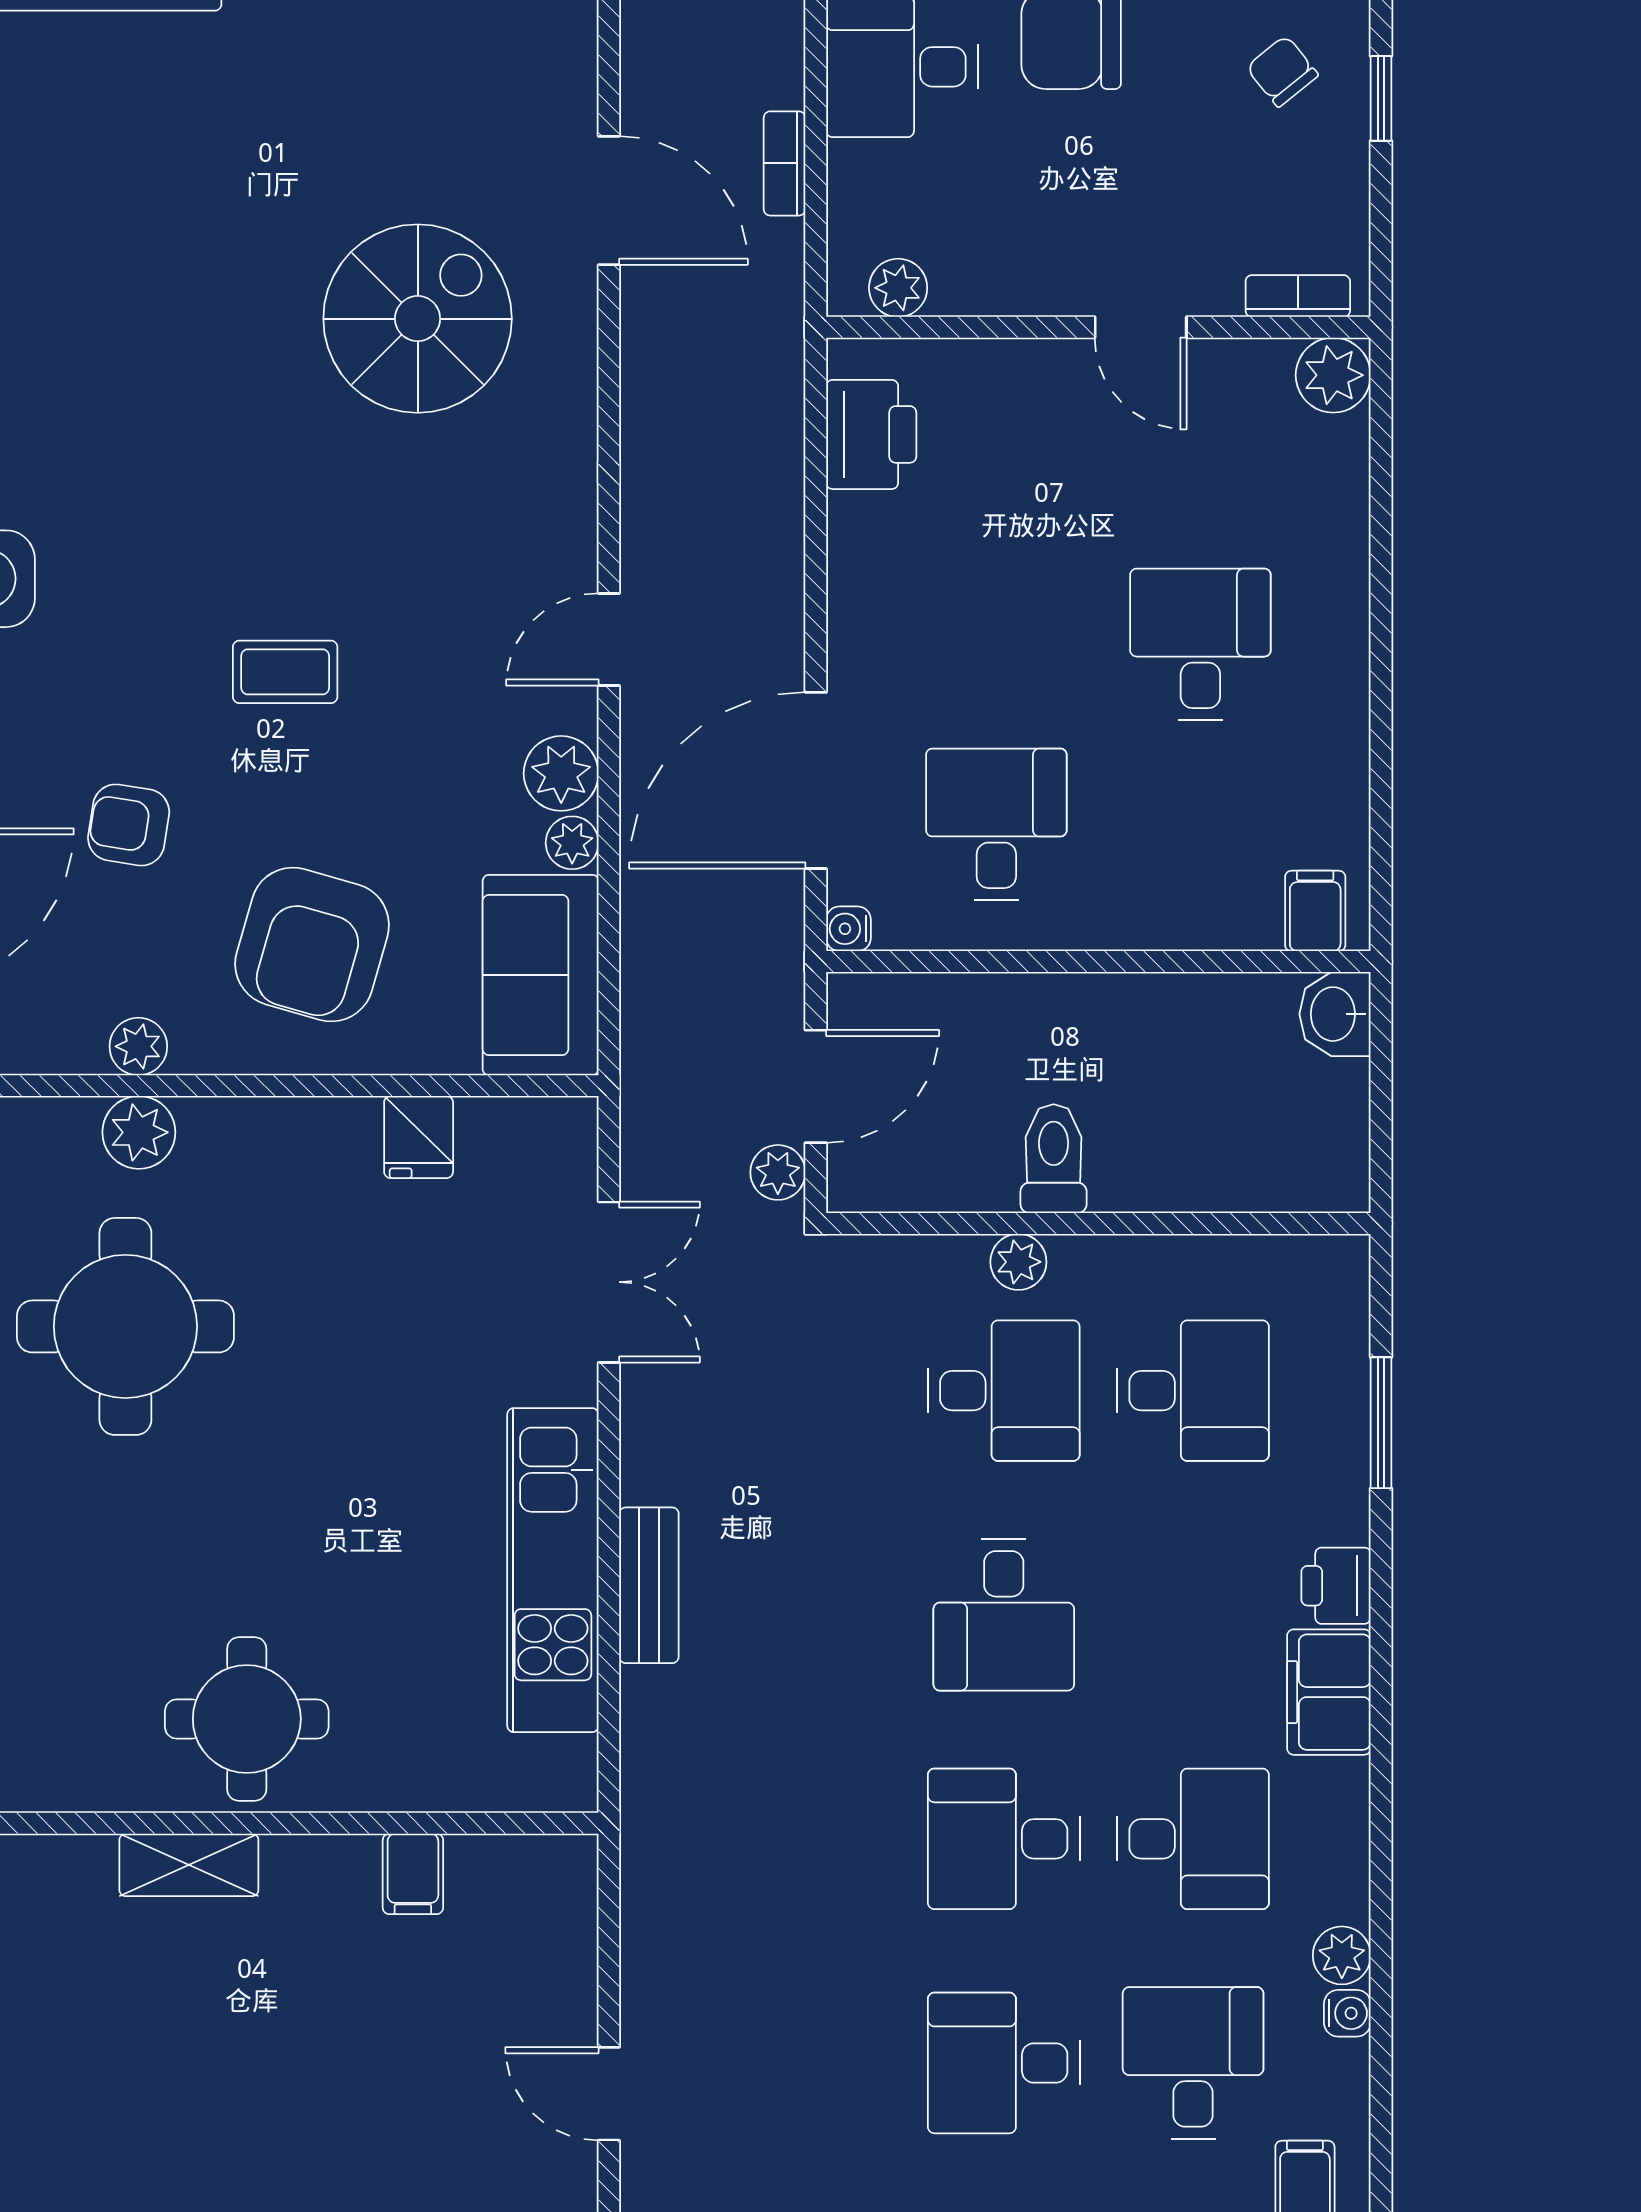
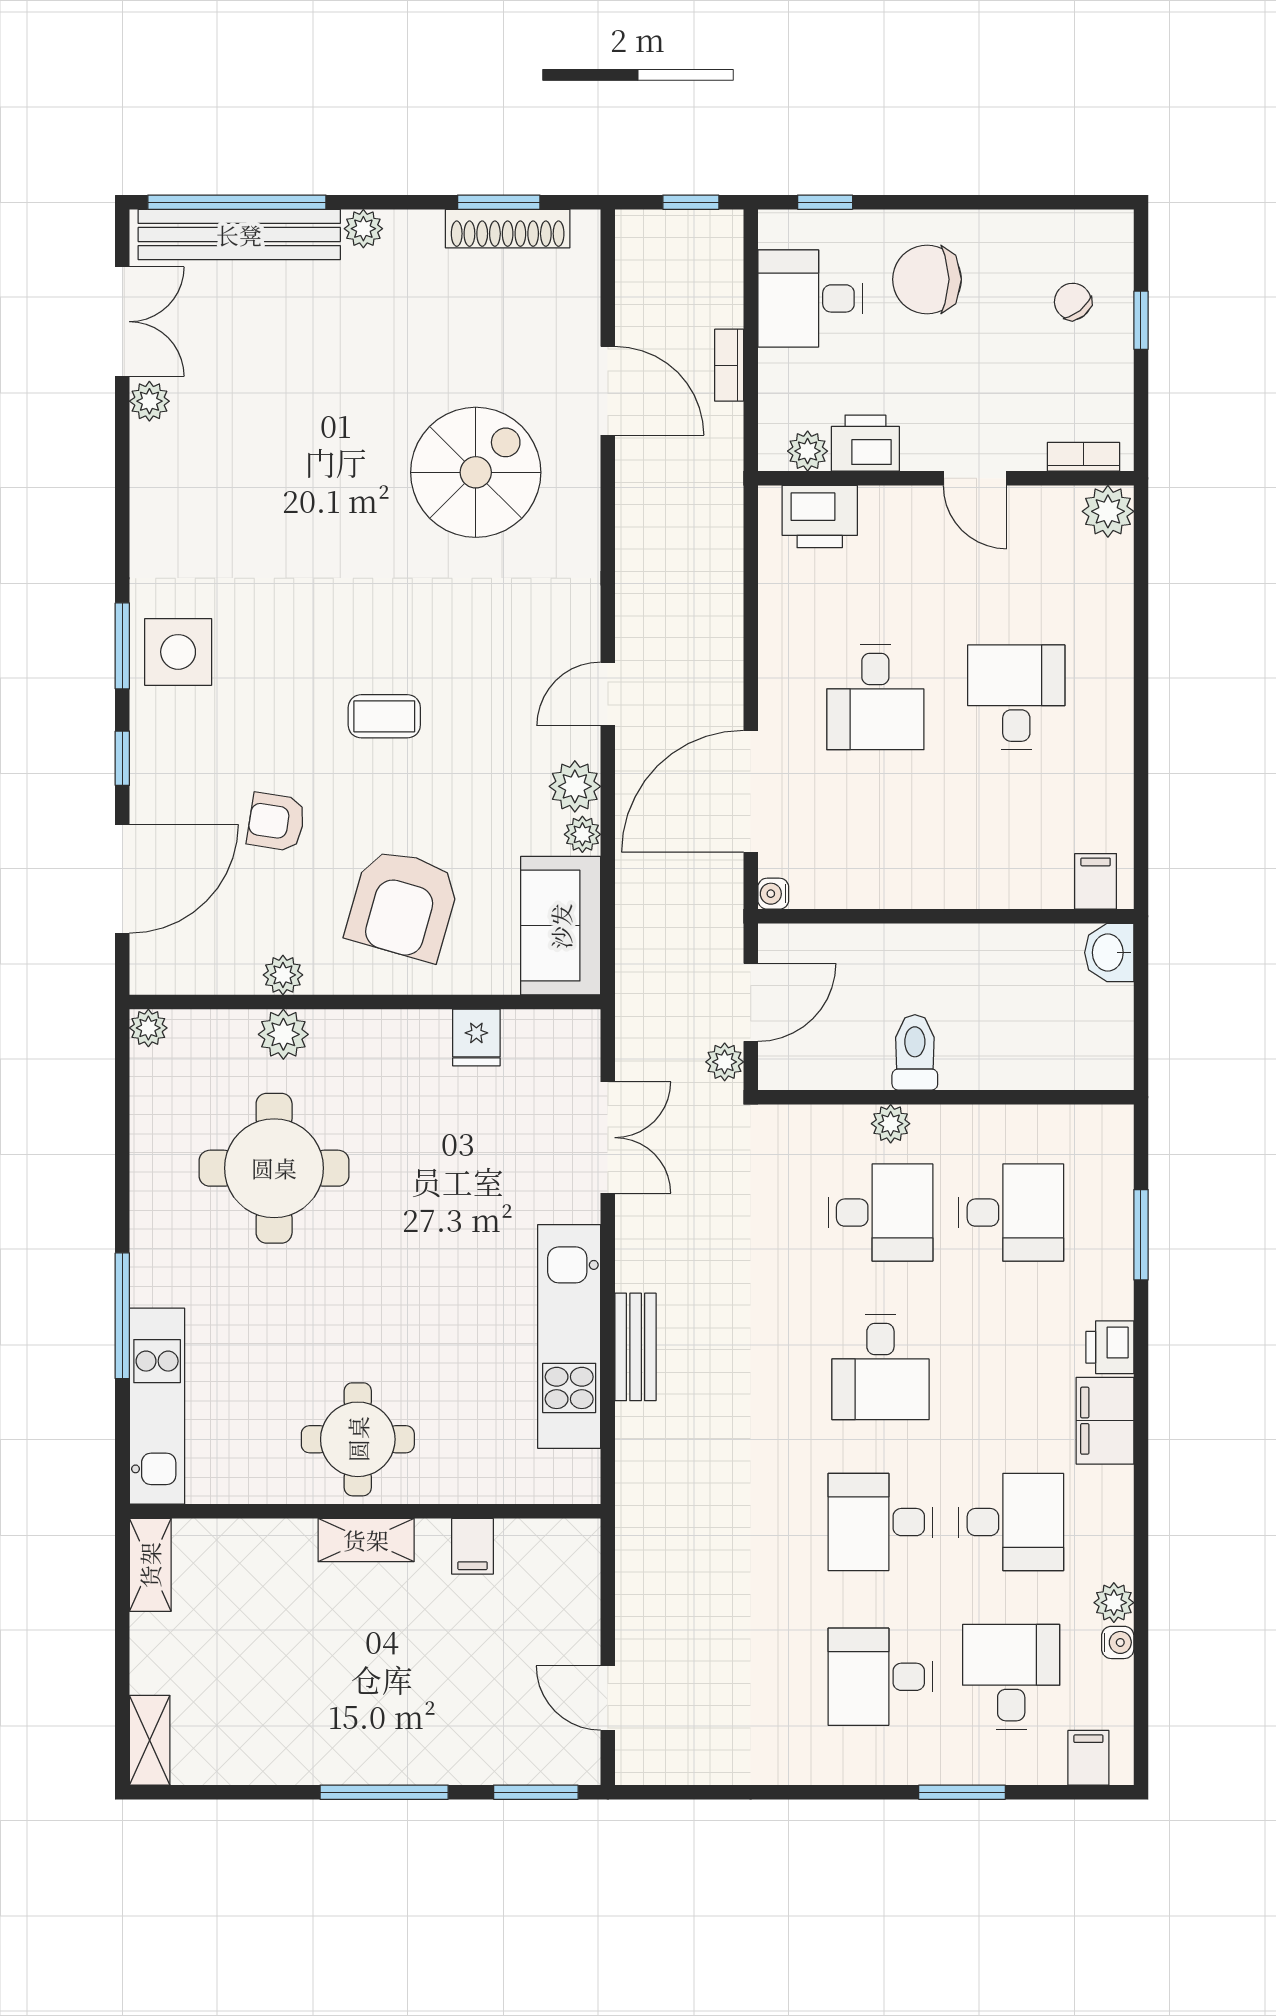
printer: (982, 276) -> (865, 443), added
printer: (871, 434) -> (820, 517), moved, turned 90
desk: (996, 824) -> (875, 697), moved, turned 180
shelving: (189, 1865) -> (366, 1540), moved

